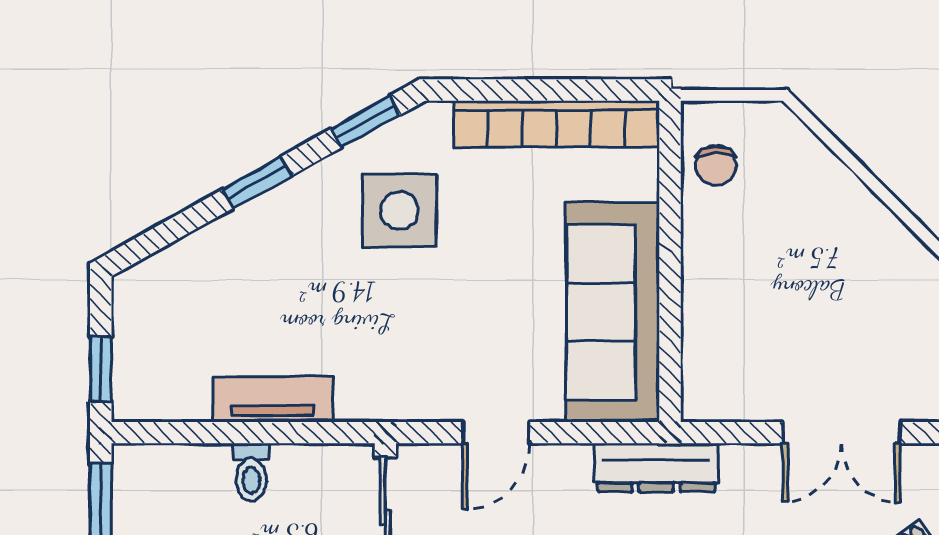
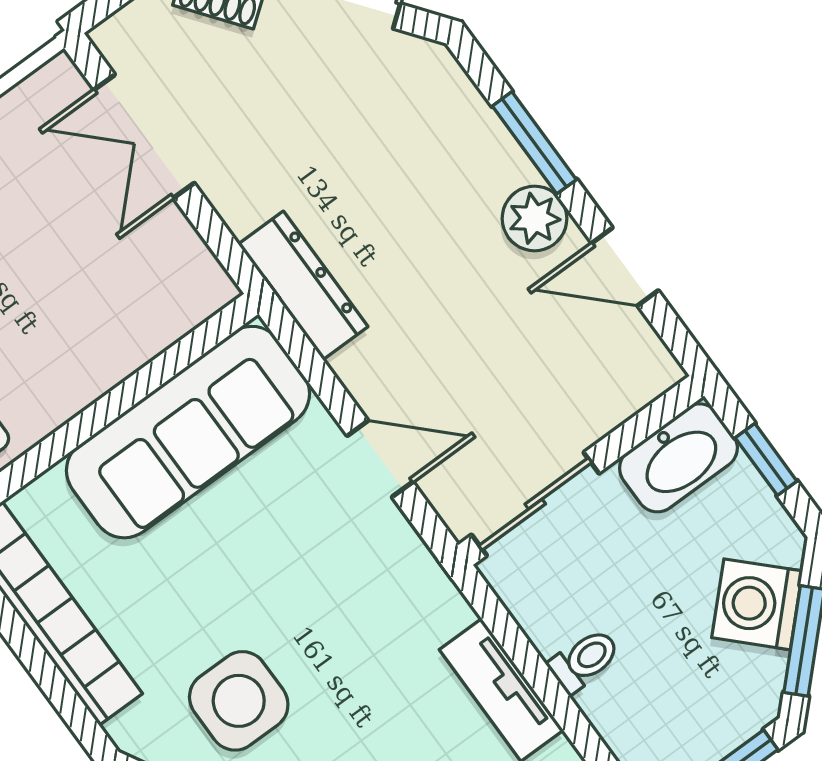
double door: (841, 433) -> (144, 136), swing flipped

